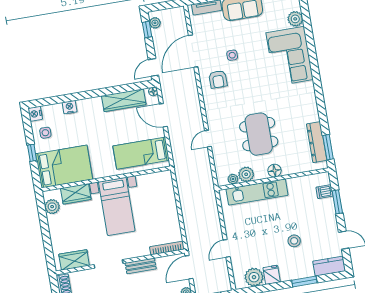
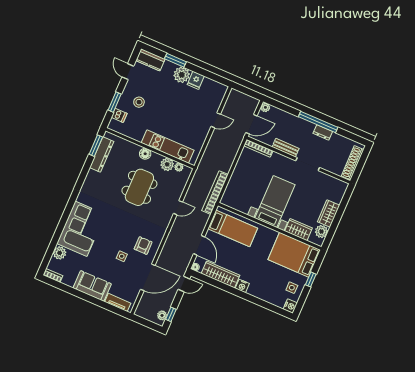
nightstand: (70, 107) -> (242, 286), moved
bookcase: (181, 177) -> (215, 193), added
stool: (294, 241) -> (139, 102), moved
wardrobe: (74, 260) -> (329, 213), moved, turned 90
plant: (254, 277) -> (182, 75), moved

